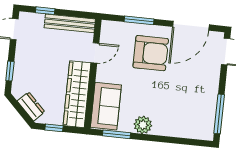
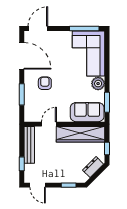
door: (95, 53) -> (49, 124), hinge flipped
armchair: (151, 53) -> (45, 83), width x0.53, depth x0.53
corner sofa: (185, 116) -> (89, 53), added

